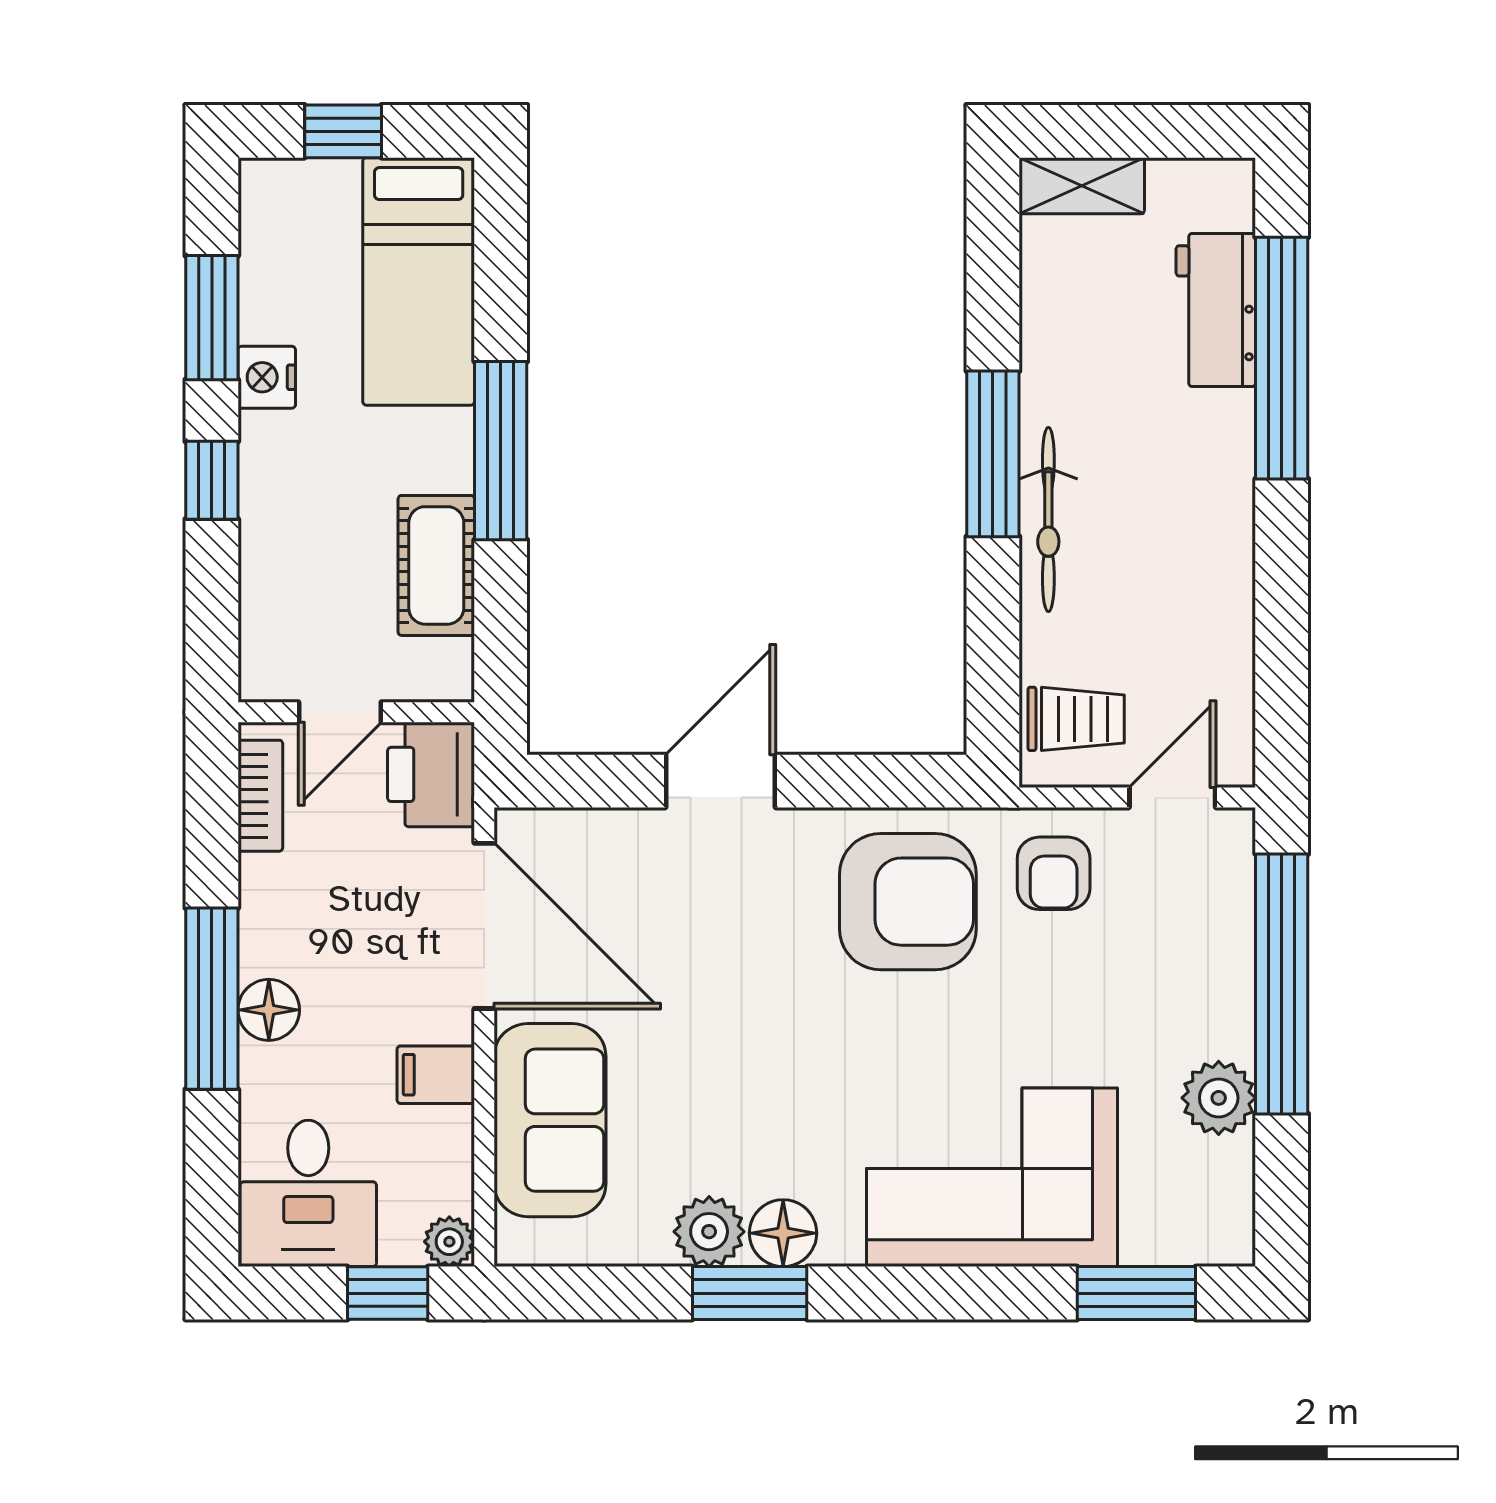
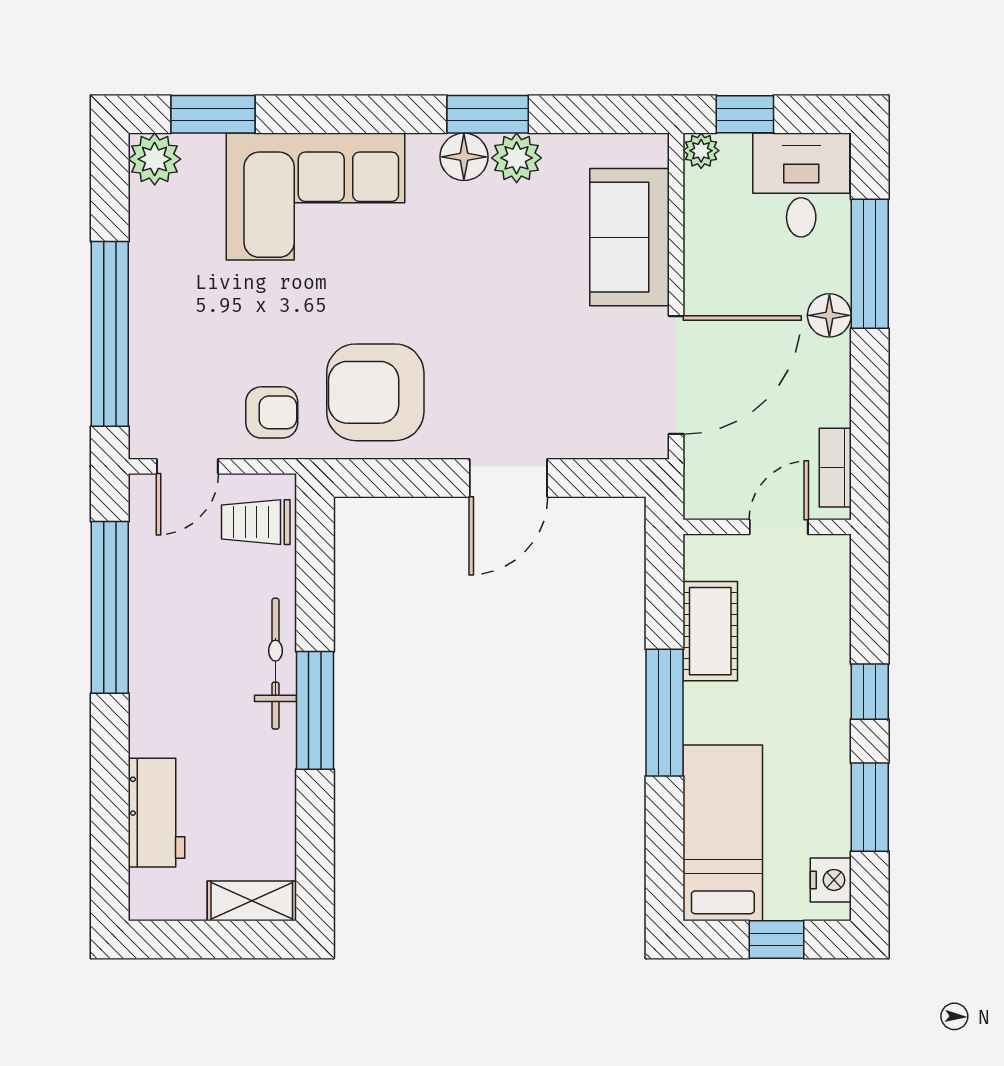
window: (1282, 358) -> (110, 607), moved
nightstand: (267, 377) -> (831, 880), moved
printer: (431, 774) -> (714, 483), removed
armchair: (1054, 873) -> (272, 412), turned 90
door: (484, 926) -> (676, 375), swing flipped
window: (212, 999) -> (870, 264), moved
filing cabinet: (436, 1075) -> (711, 269), removed
plant: (1219, 1098) -> (155, 159), moved

